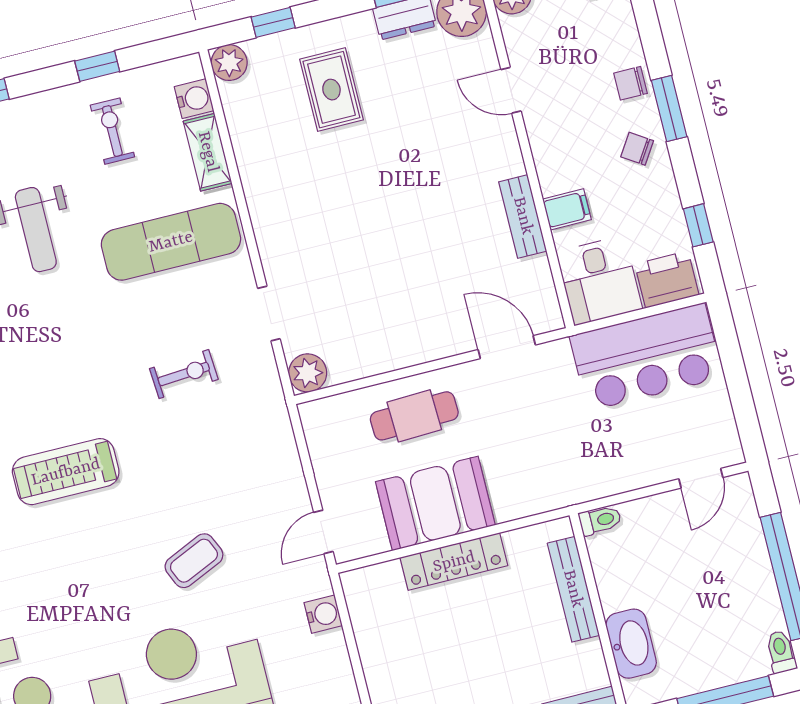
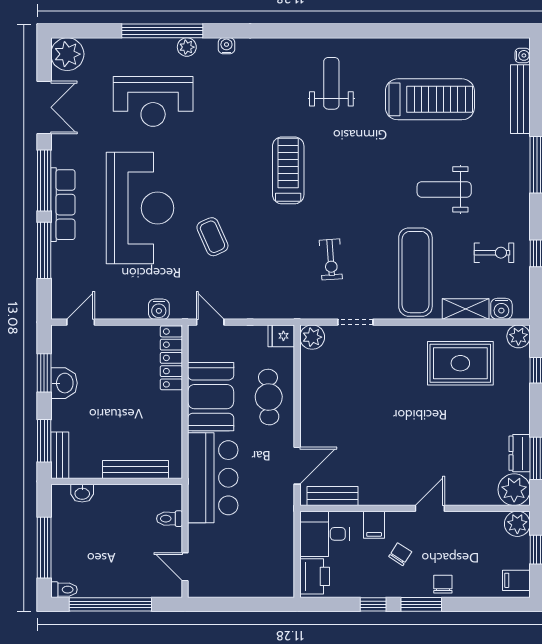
rug: (331, 90) -> (460, 363), moved, width x1.36, depth x1.43
door: (511, 90) -> (430, 508), moved
chair: (637, 149) -> (400, 554), moved
bench: (523, 216) -> (333, 496), moved
window: (698, 225) -> (373, 604), moved
bar counter: (646, 357) -> (213, 478), moved, turned 180
fridge: (317, 420) -> (281, 336), added
toilet: (600, 520) -> (169, 519), moved, turned 90
locker: (454, 562) -> (171, 358), moved
washbasin: (631, 644) -> (82, 493), width x0.52, depth x0.69

